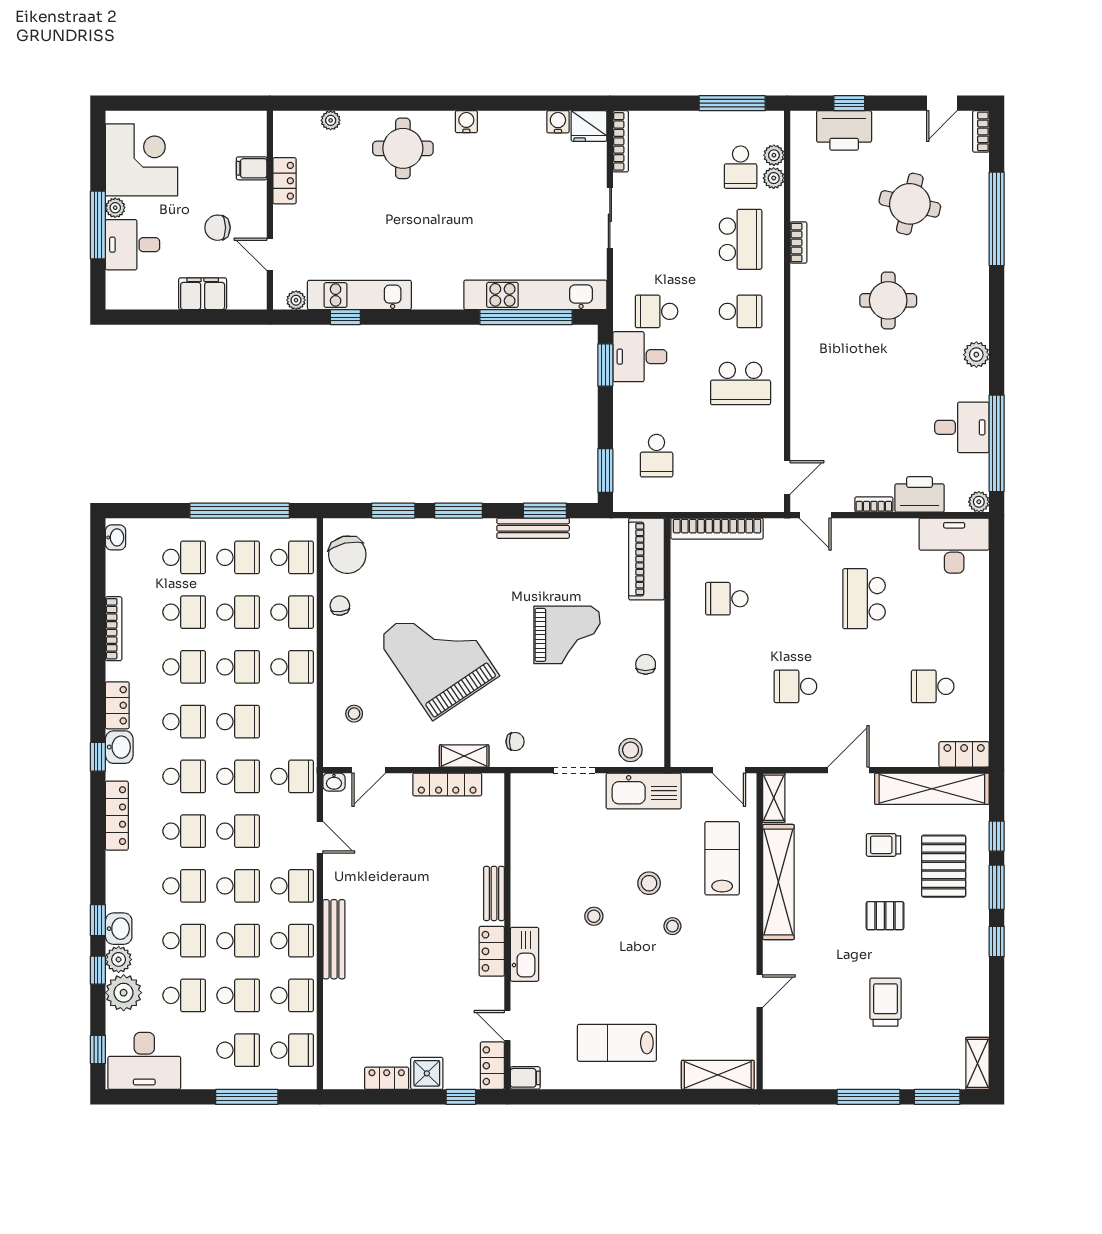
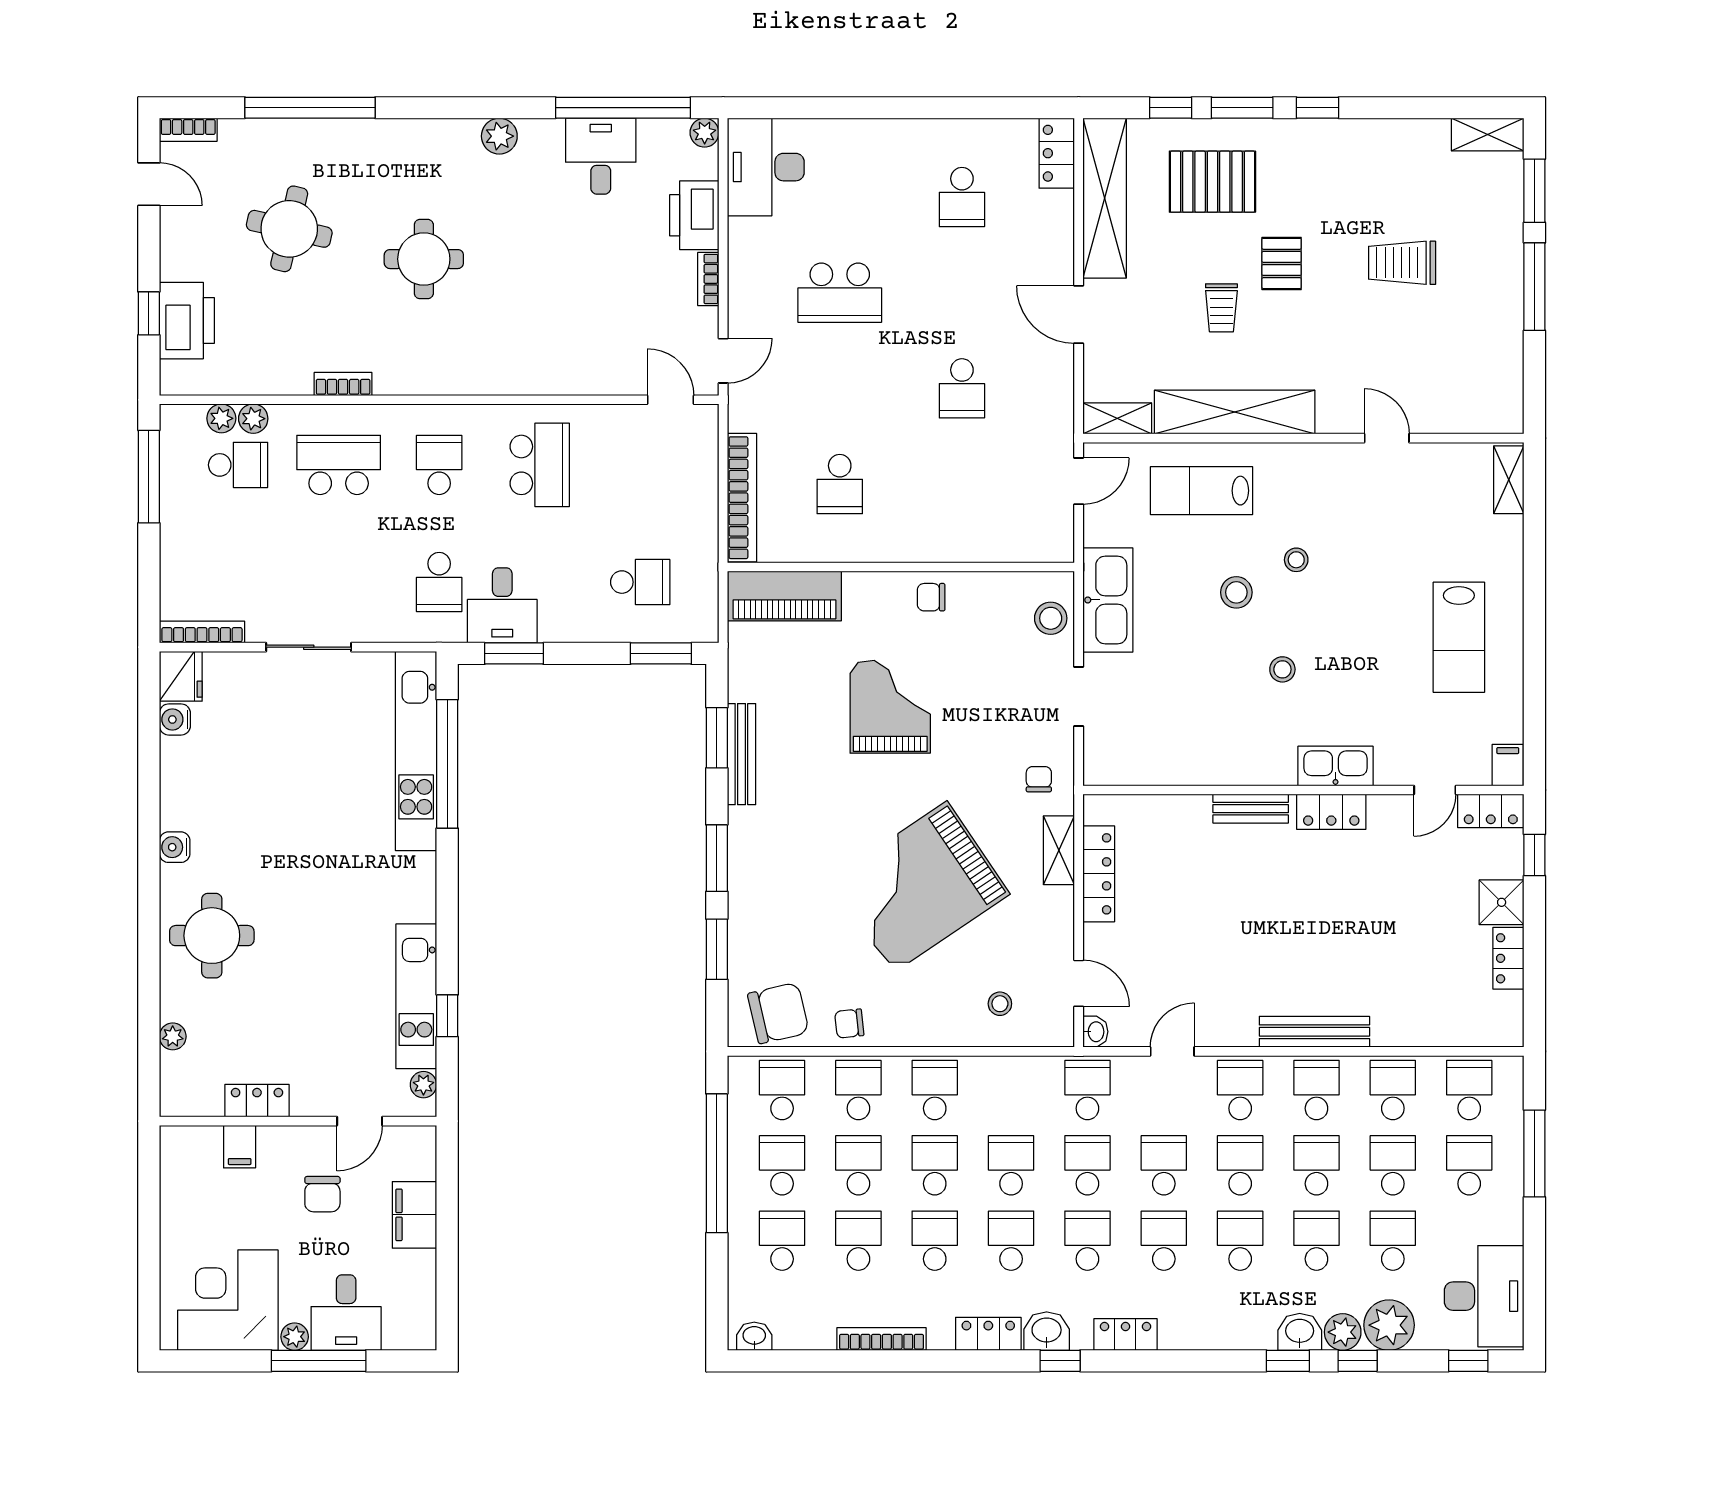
locker: (117, 816) -> (1125, 1334), width x0.66
trolley: (884, 845) -> (1221, 308), moved
shelving: (718, 1075) -> (1509, 480), width x0.67, depth x0.75

